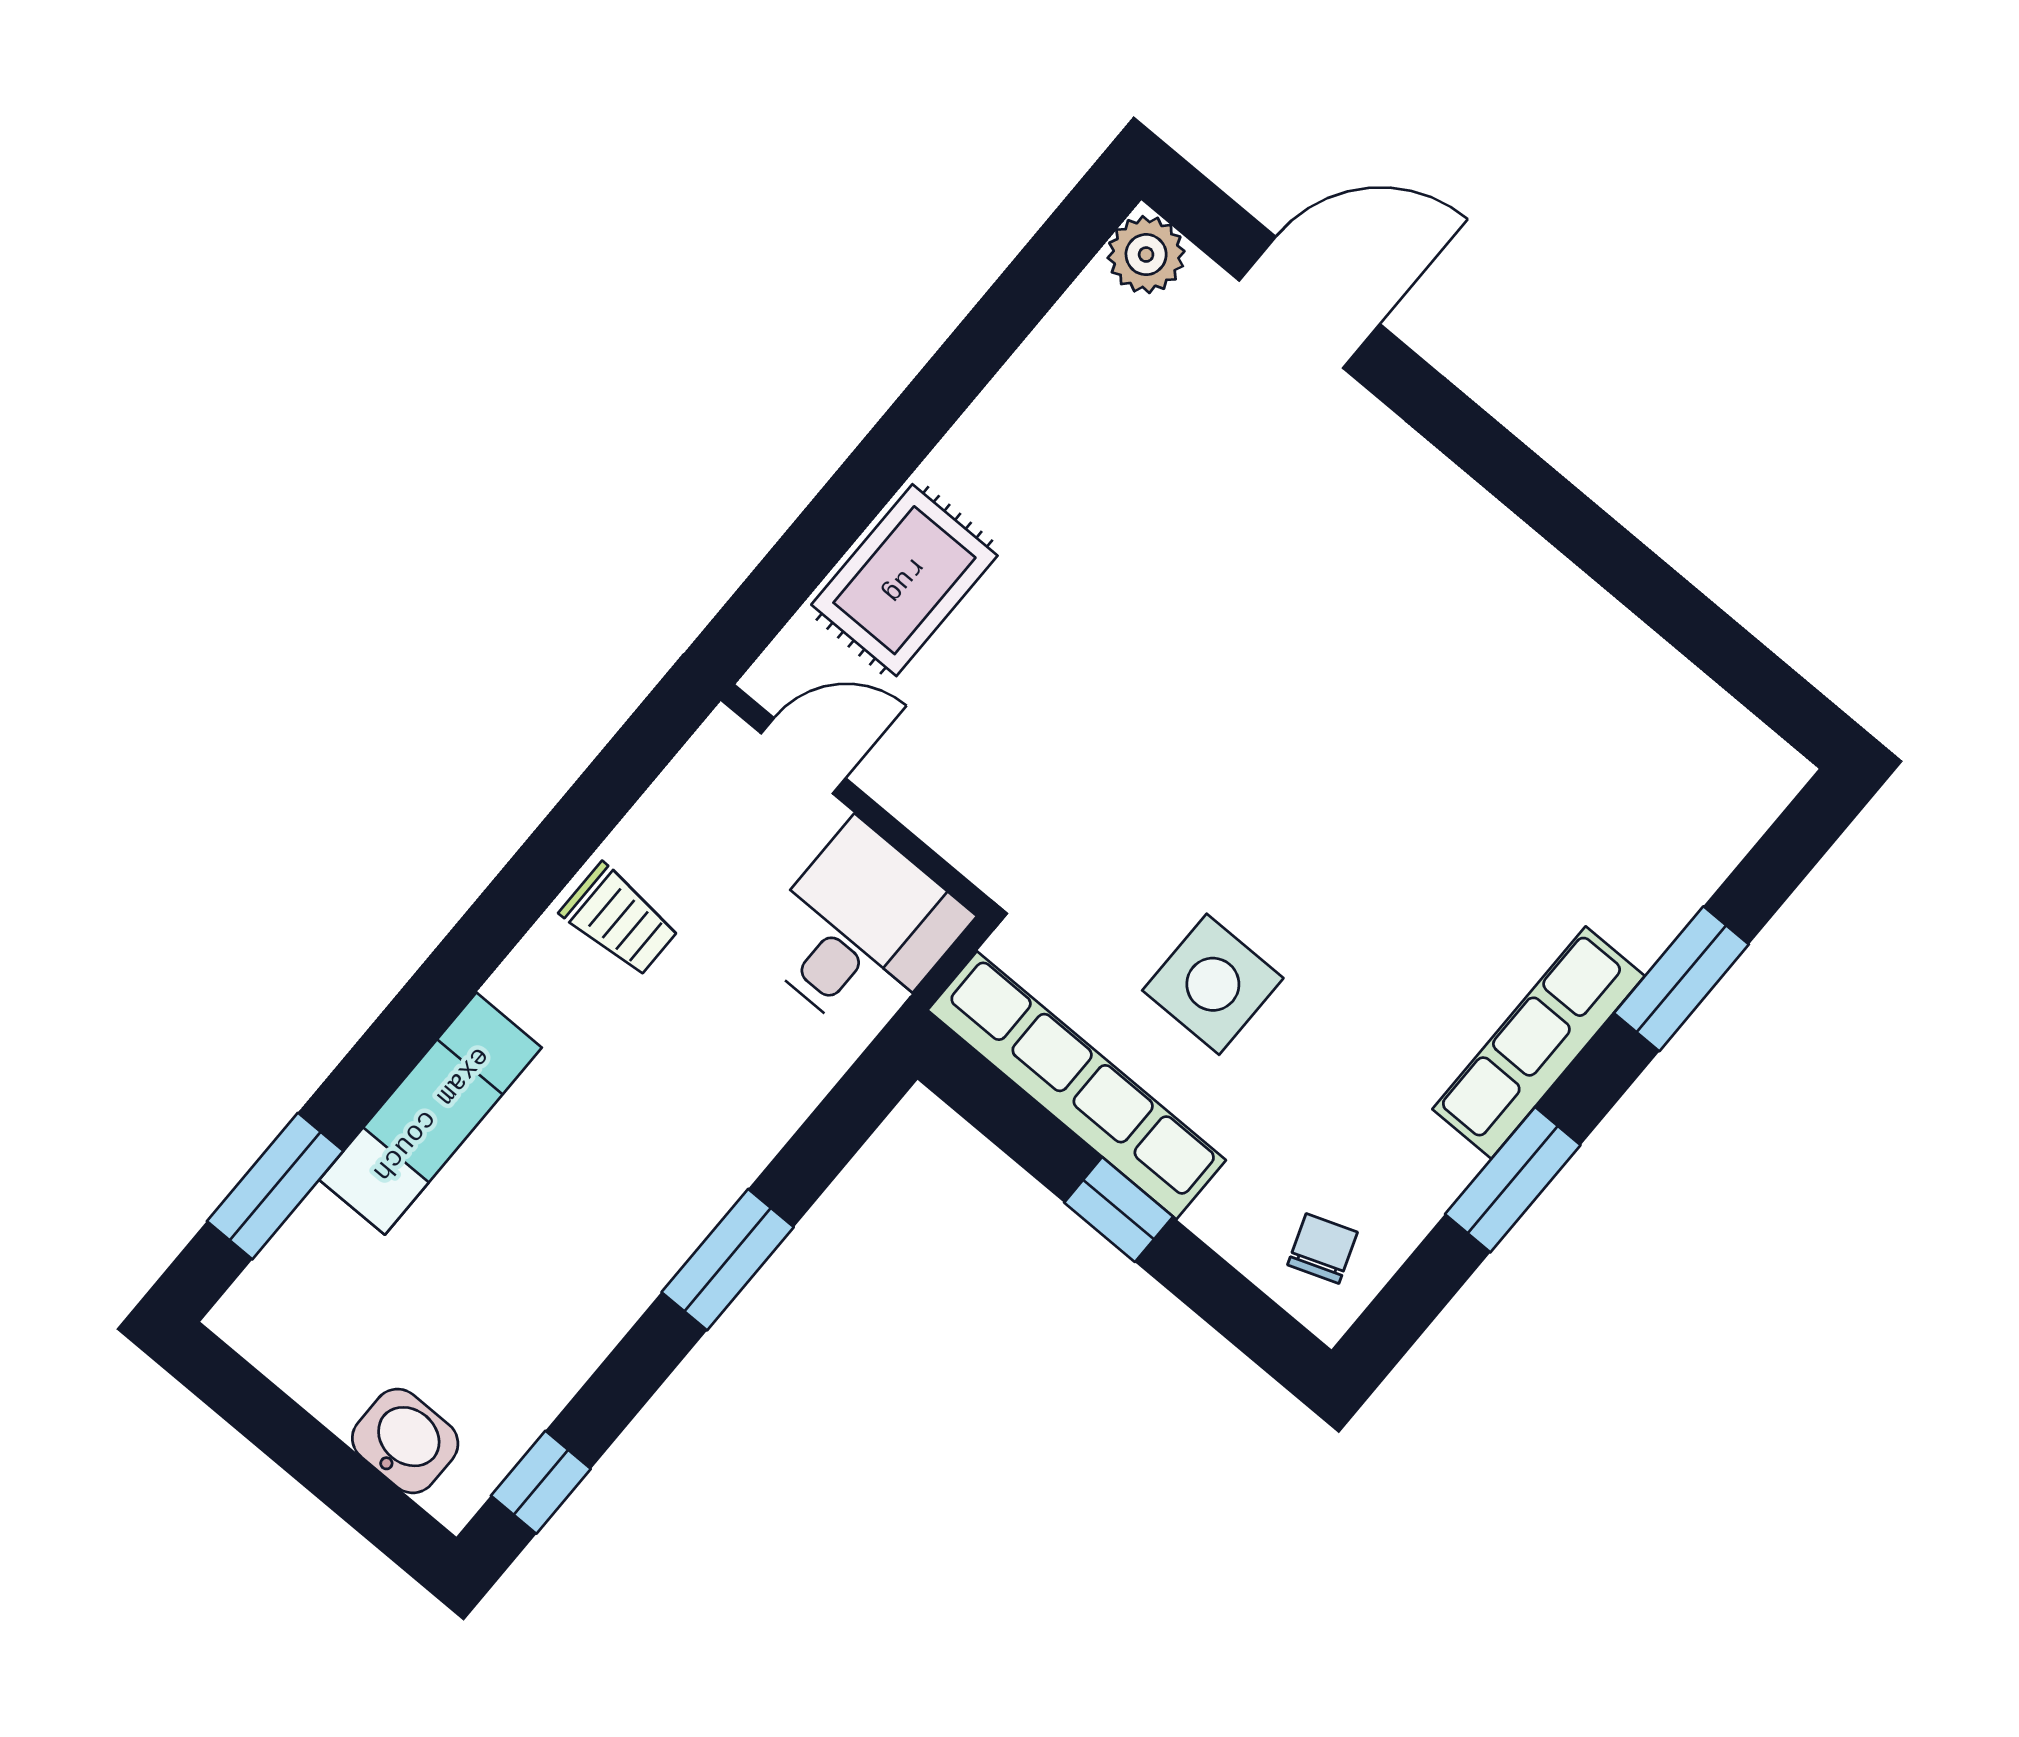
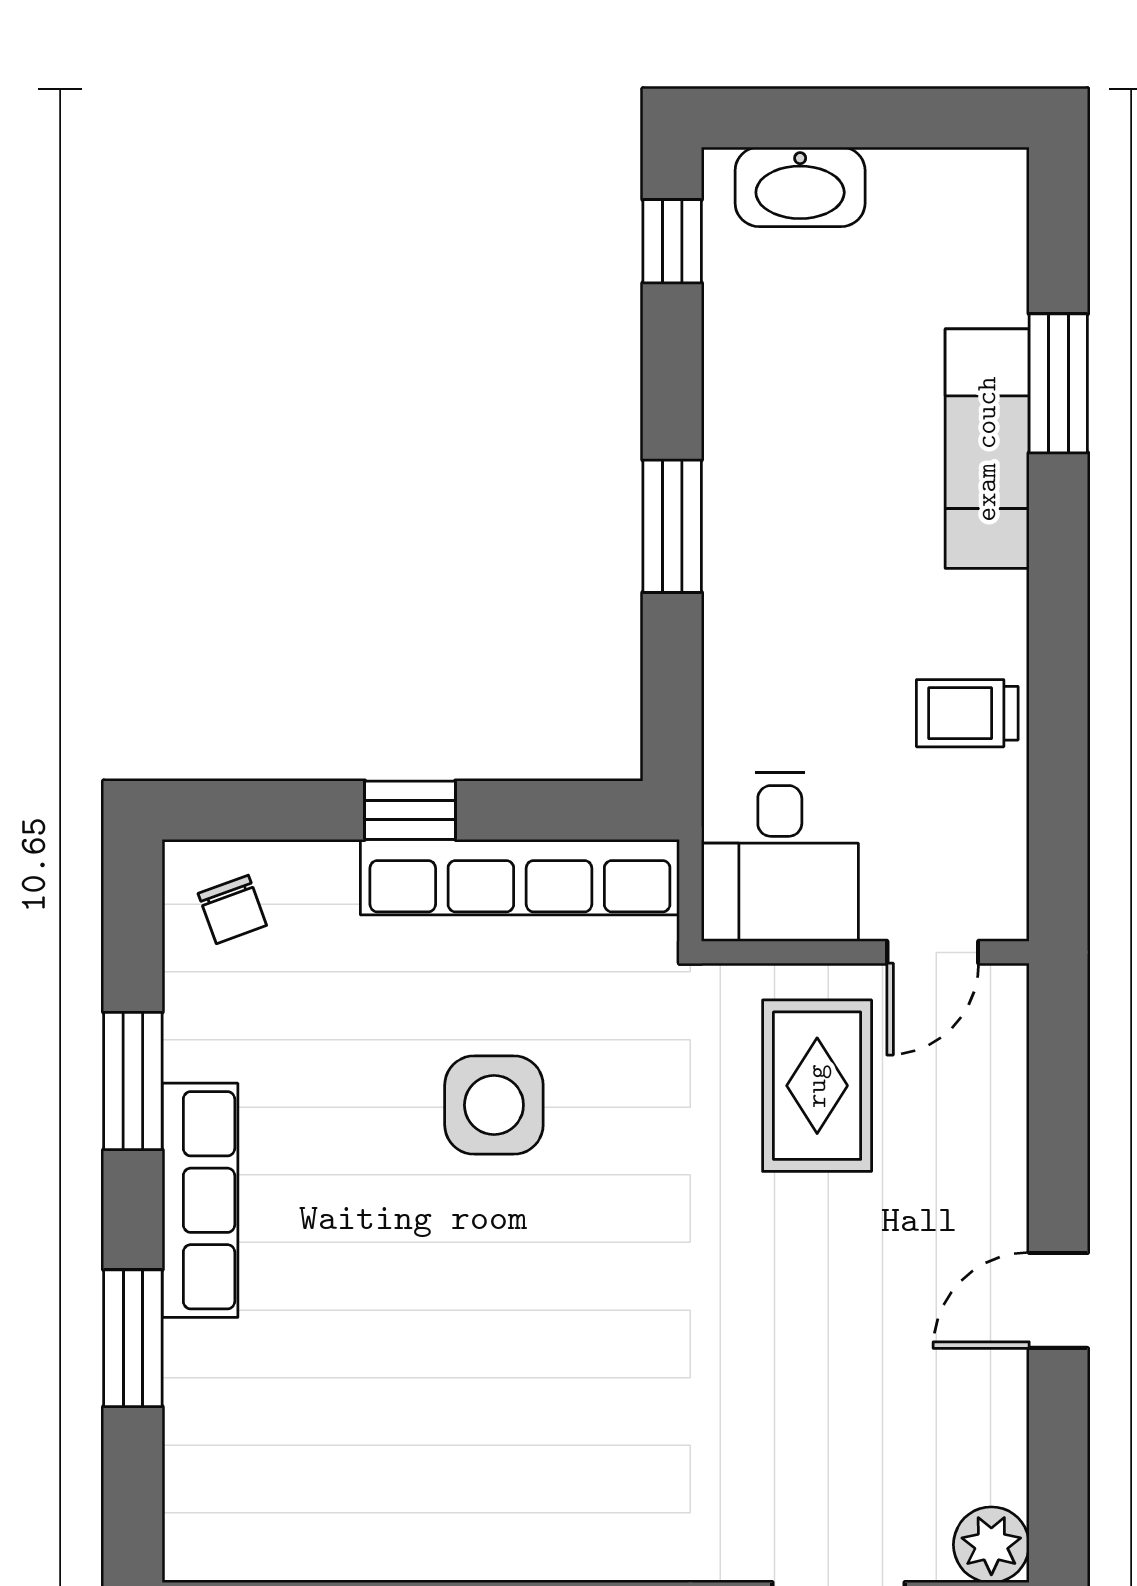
door: (933, 401) -> (1058, 1300), added
rug: (904, 580) -> (817, 1086), moved
side table: (1213, 984) -> (494, 1105), moved
window: (275, 1186) -> (1058, 383), moved
washbasin: (405, 1441) -> (800, 187), width x1.38

